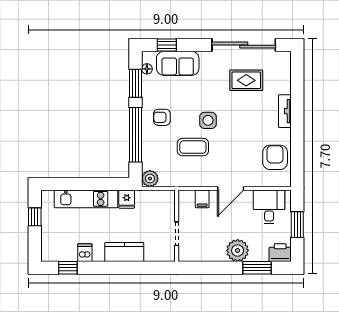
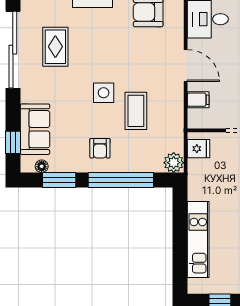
fridge: (127, 199) -> (199, 149), moved

